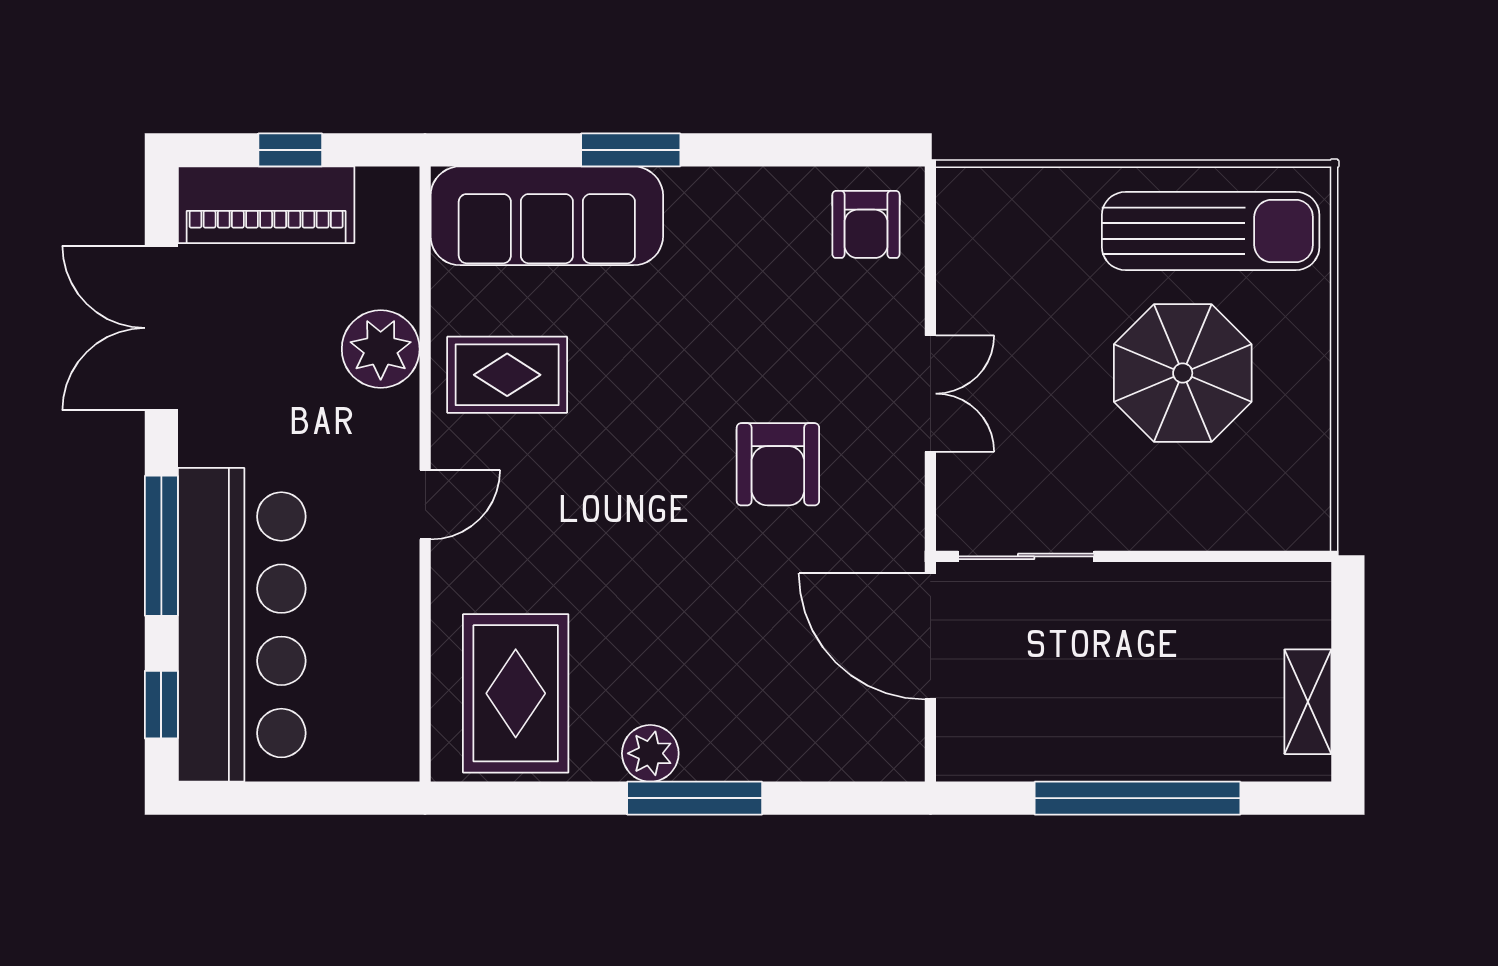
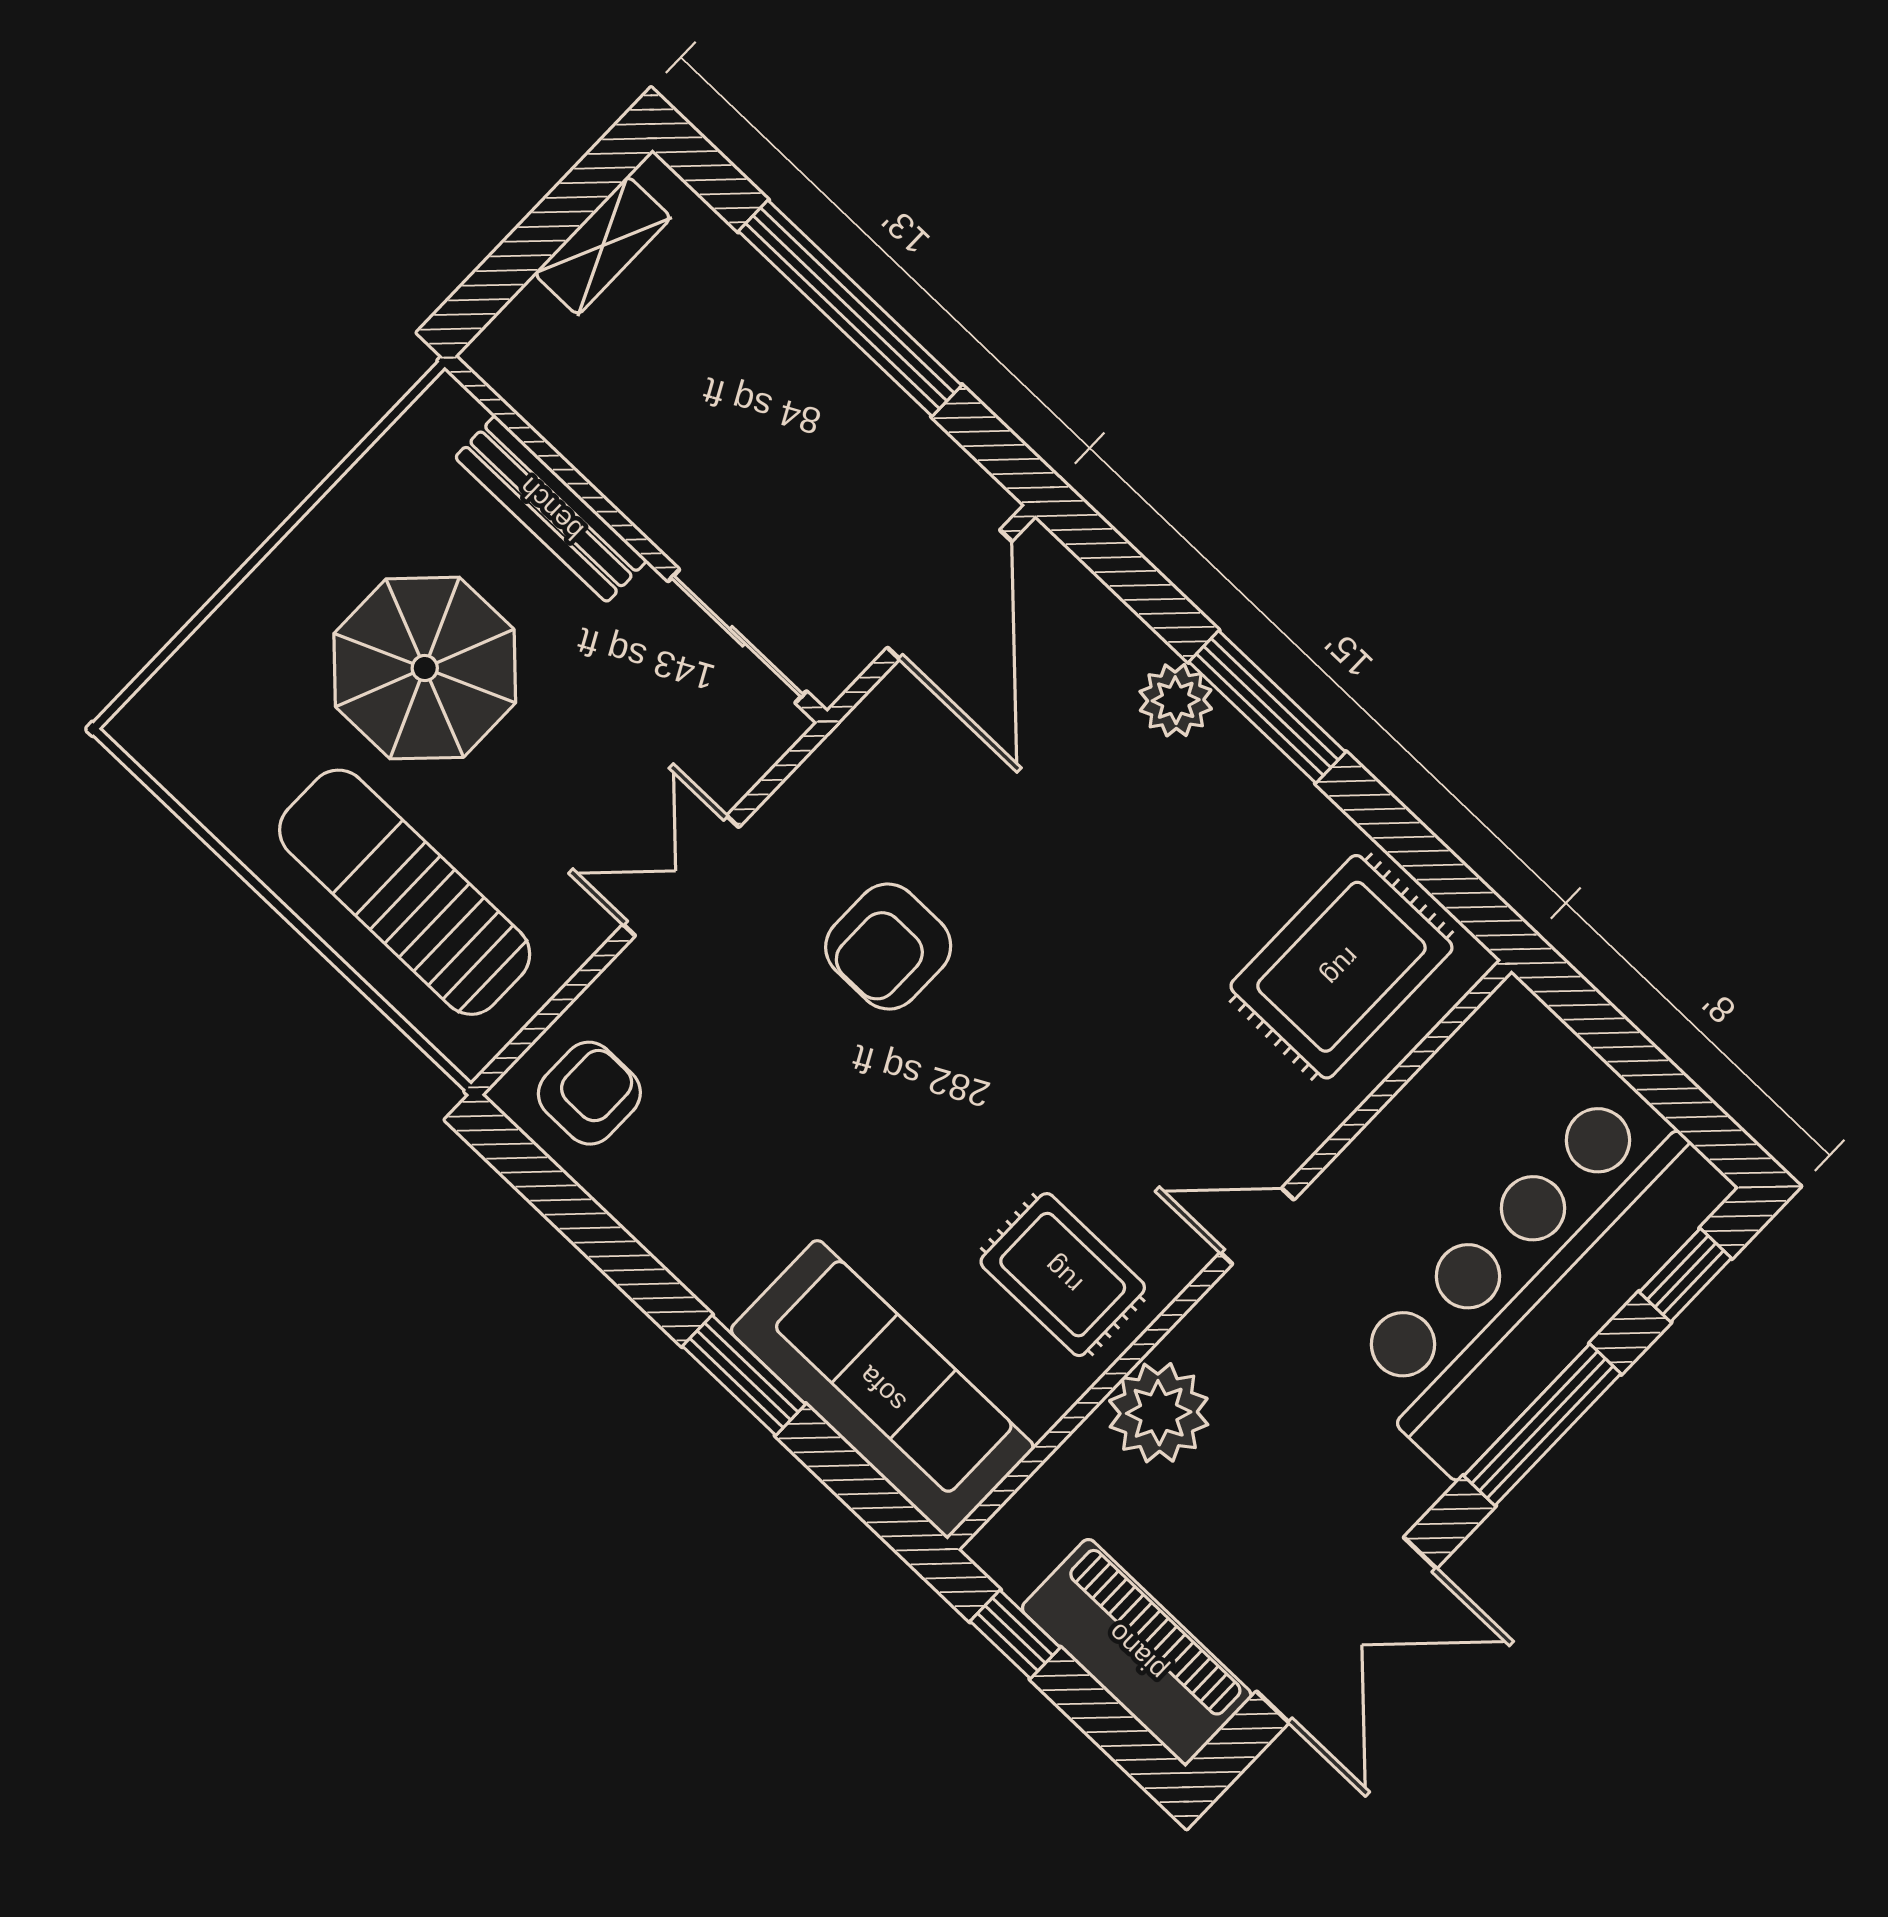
window: (290, 150) -> (1015, 1634), moved
sun lounger: (1211, 231) -> (405, 892), moved
armchair: (778, 464) -> (888, 947), turned 180
bench: (1197, 528) -> (551, 509), added
door: (930, 636) -> (950, 594), moved
plant: (650, 753) -> (1176, 700), moved

